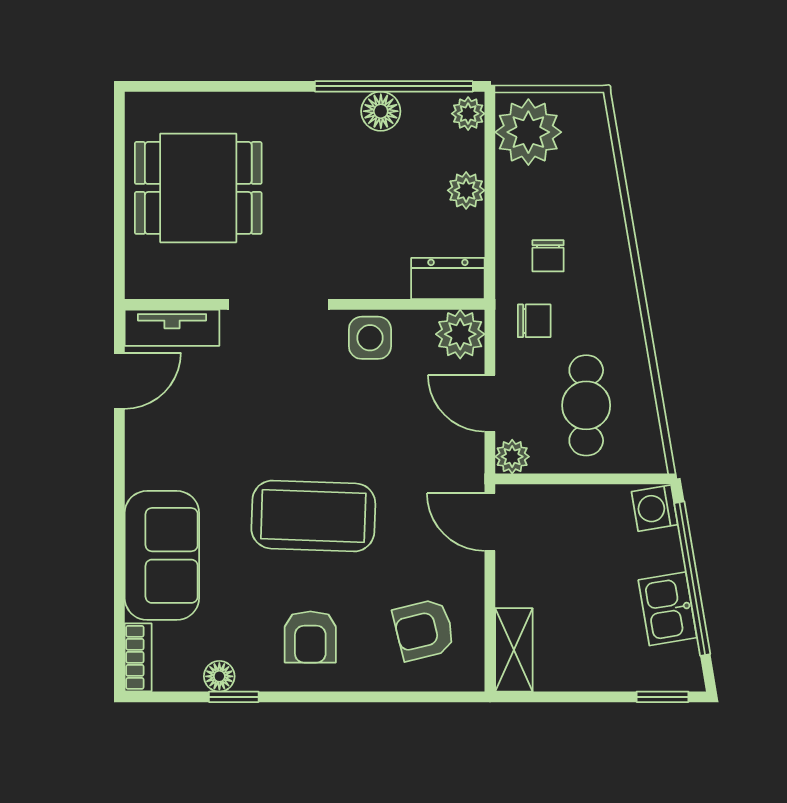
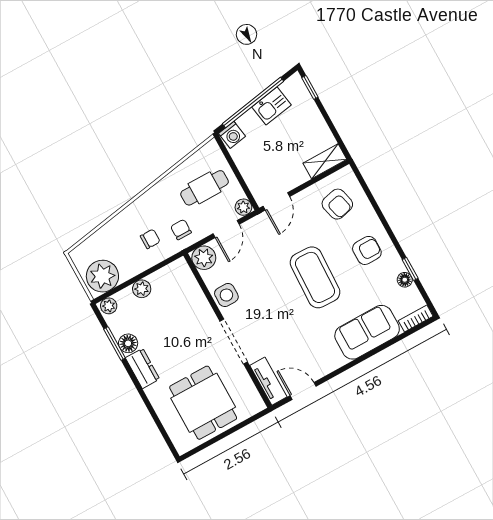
window: (394, 86) -> (115, 344), width x0.47
dresser: (448, 279) -> (143, 368), moved, turned 180

